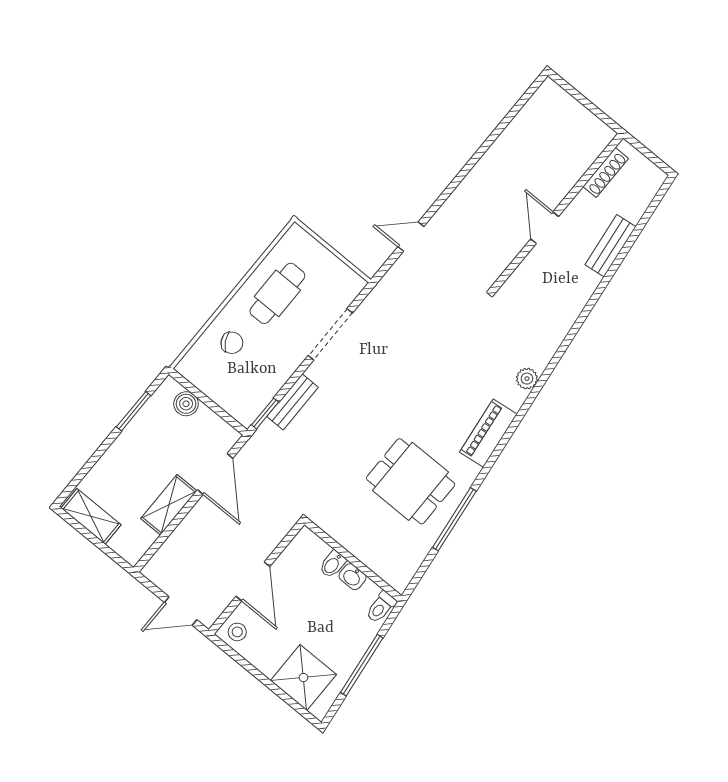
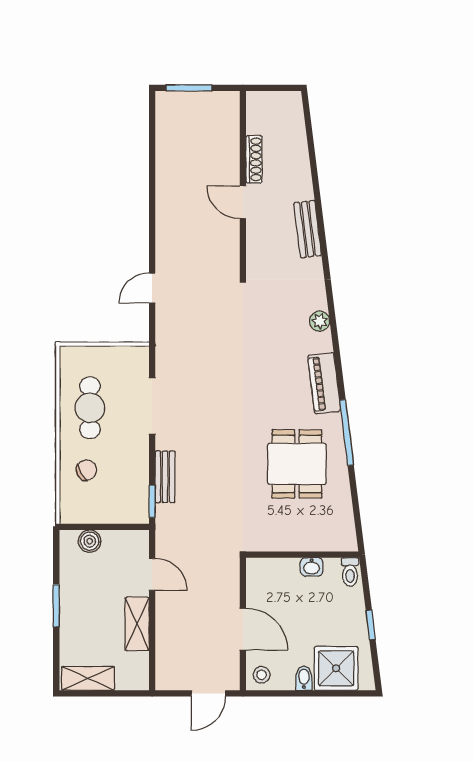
window: (578, 96) -> (189, 88), added
shoe rack: (606, 172) -> (254, 159), moved
bench: (611, 246) -> (308, 229), moved
window: (134, 411) -> (56, 606), moved
door: (215, 474) -> (152, 574), width x0.73
dining table: (411, 481) -> (297, 464), turned 90
window: (454, 519) -> (347, 432), moved
bidet: (333, 564) -> (304, 678), moved, turned 180
window: (362, 665) -> (371, 625), width x0.46

